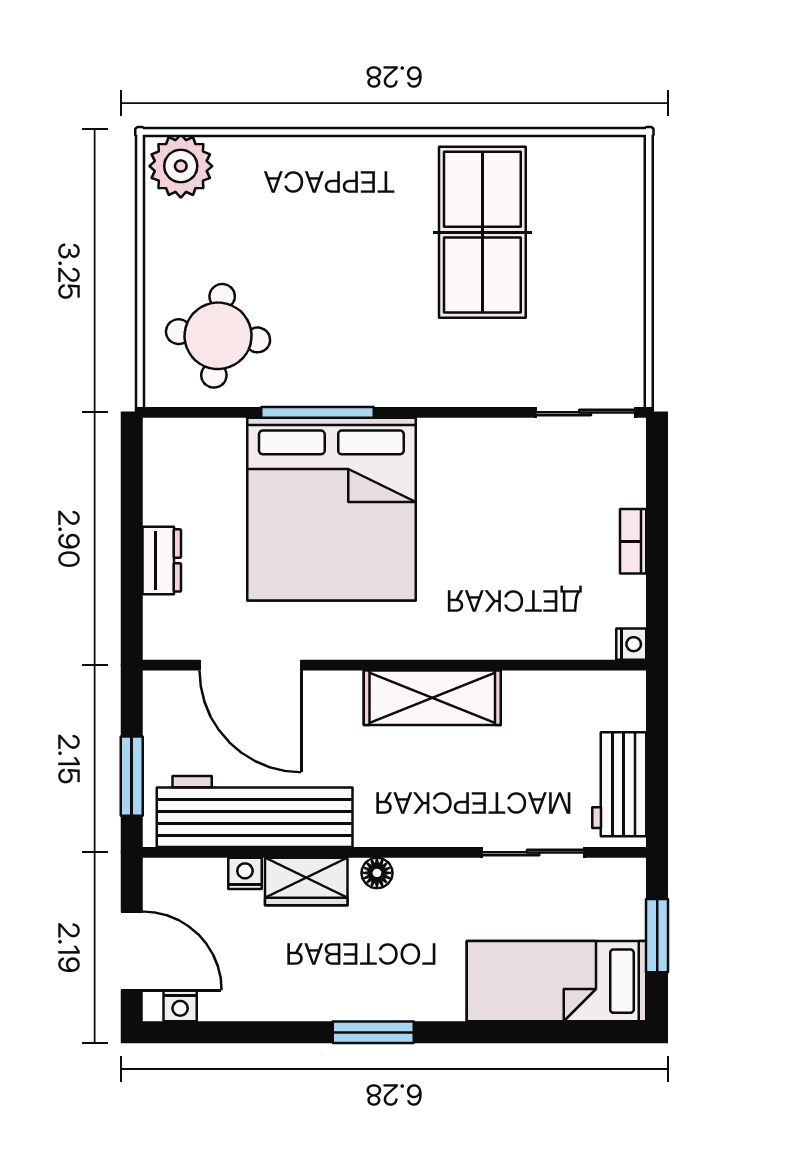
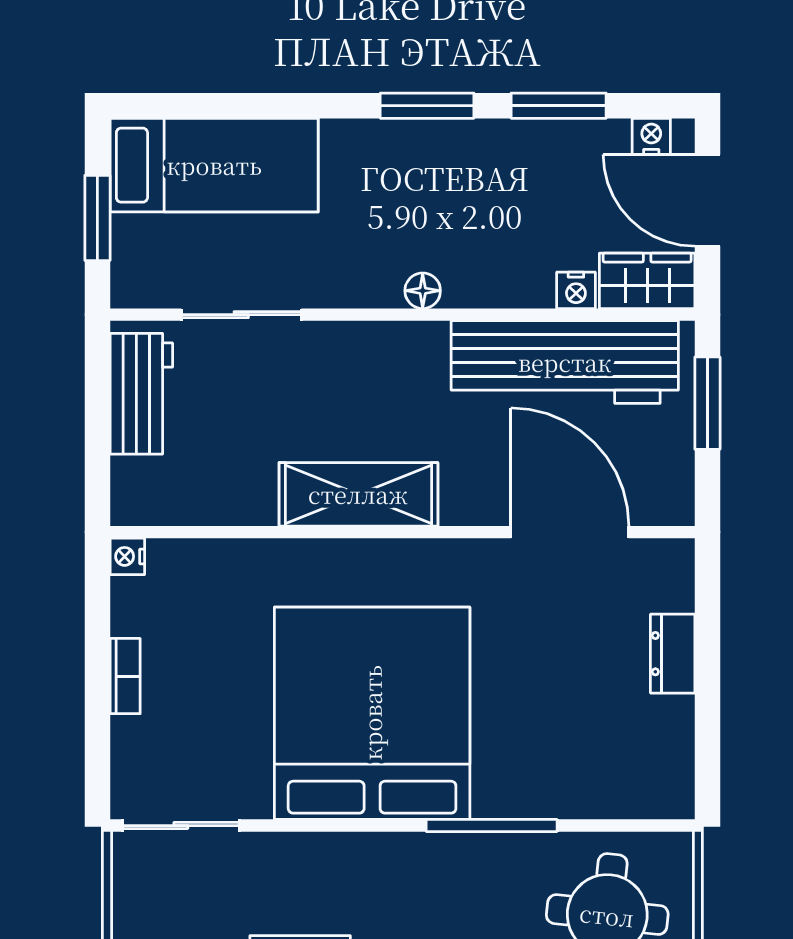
bed: (331, 509) -> (372, 713), moved
wardrobe: (306, 881) -> (647, 281), moved
window: (260, 1032) -> (559, 106), added

